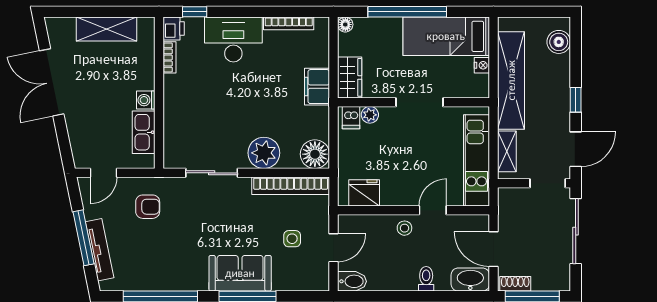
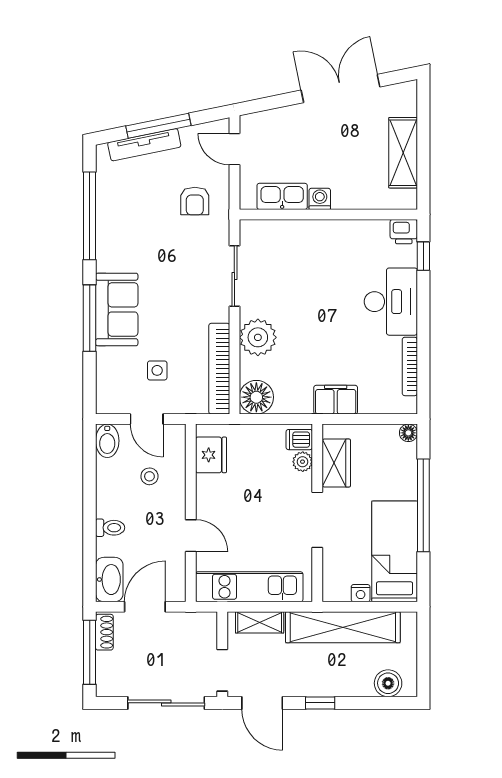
bookcase: (170, 57) -> (370, 227), removed
wardrobe: (350, 77) -> (336, 463), moved, turned -90
stool: (404, 228) -> (149, 476), moved

